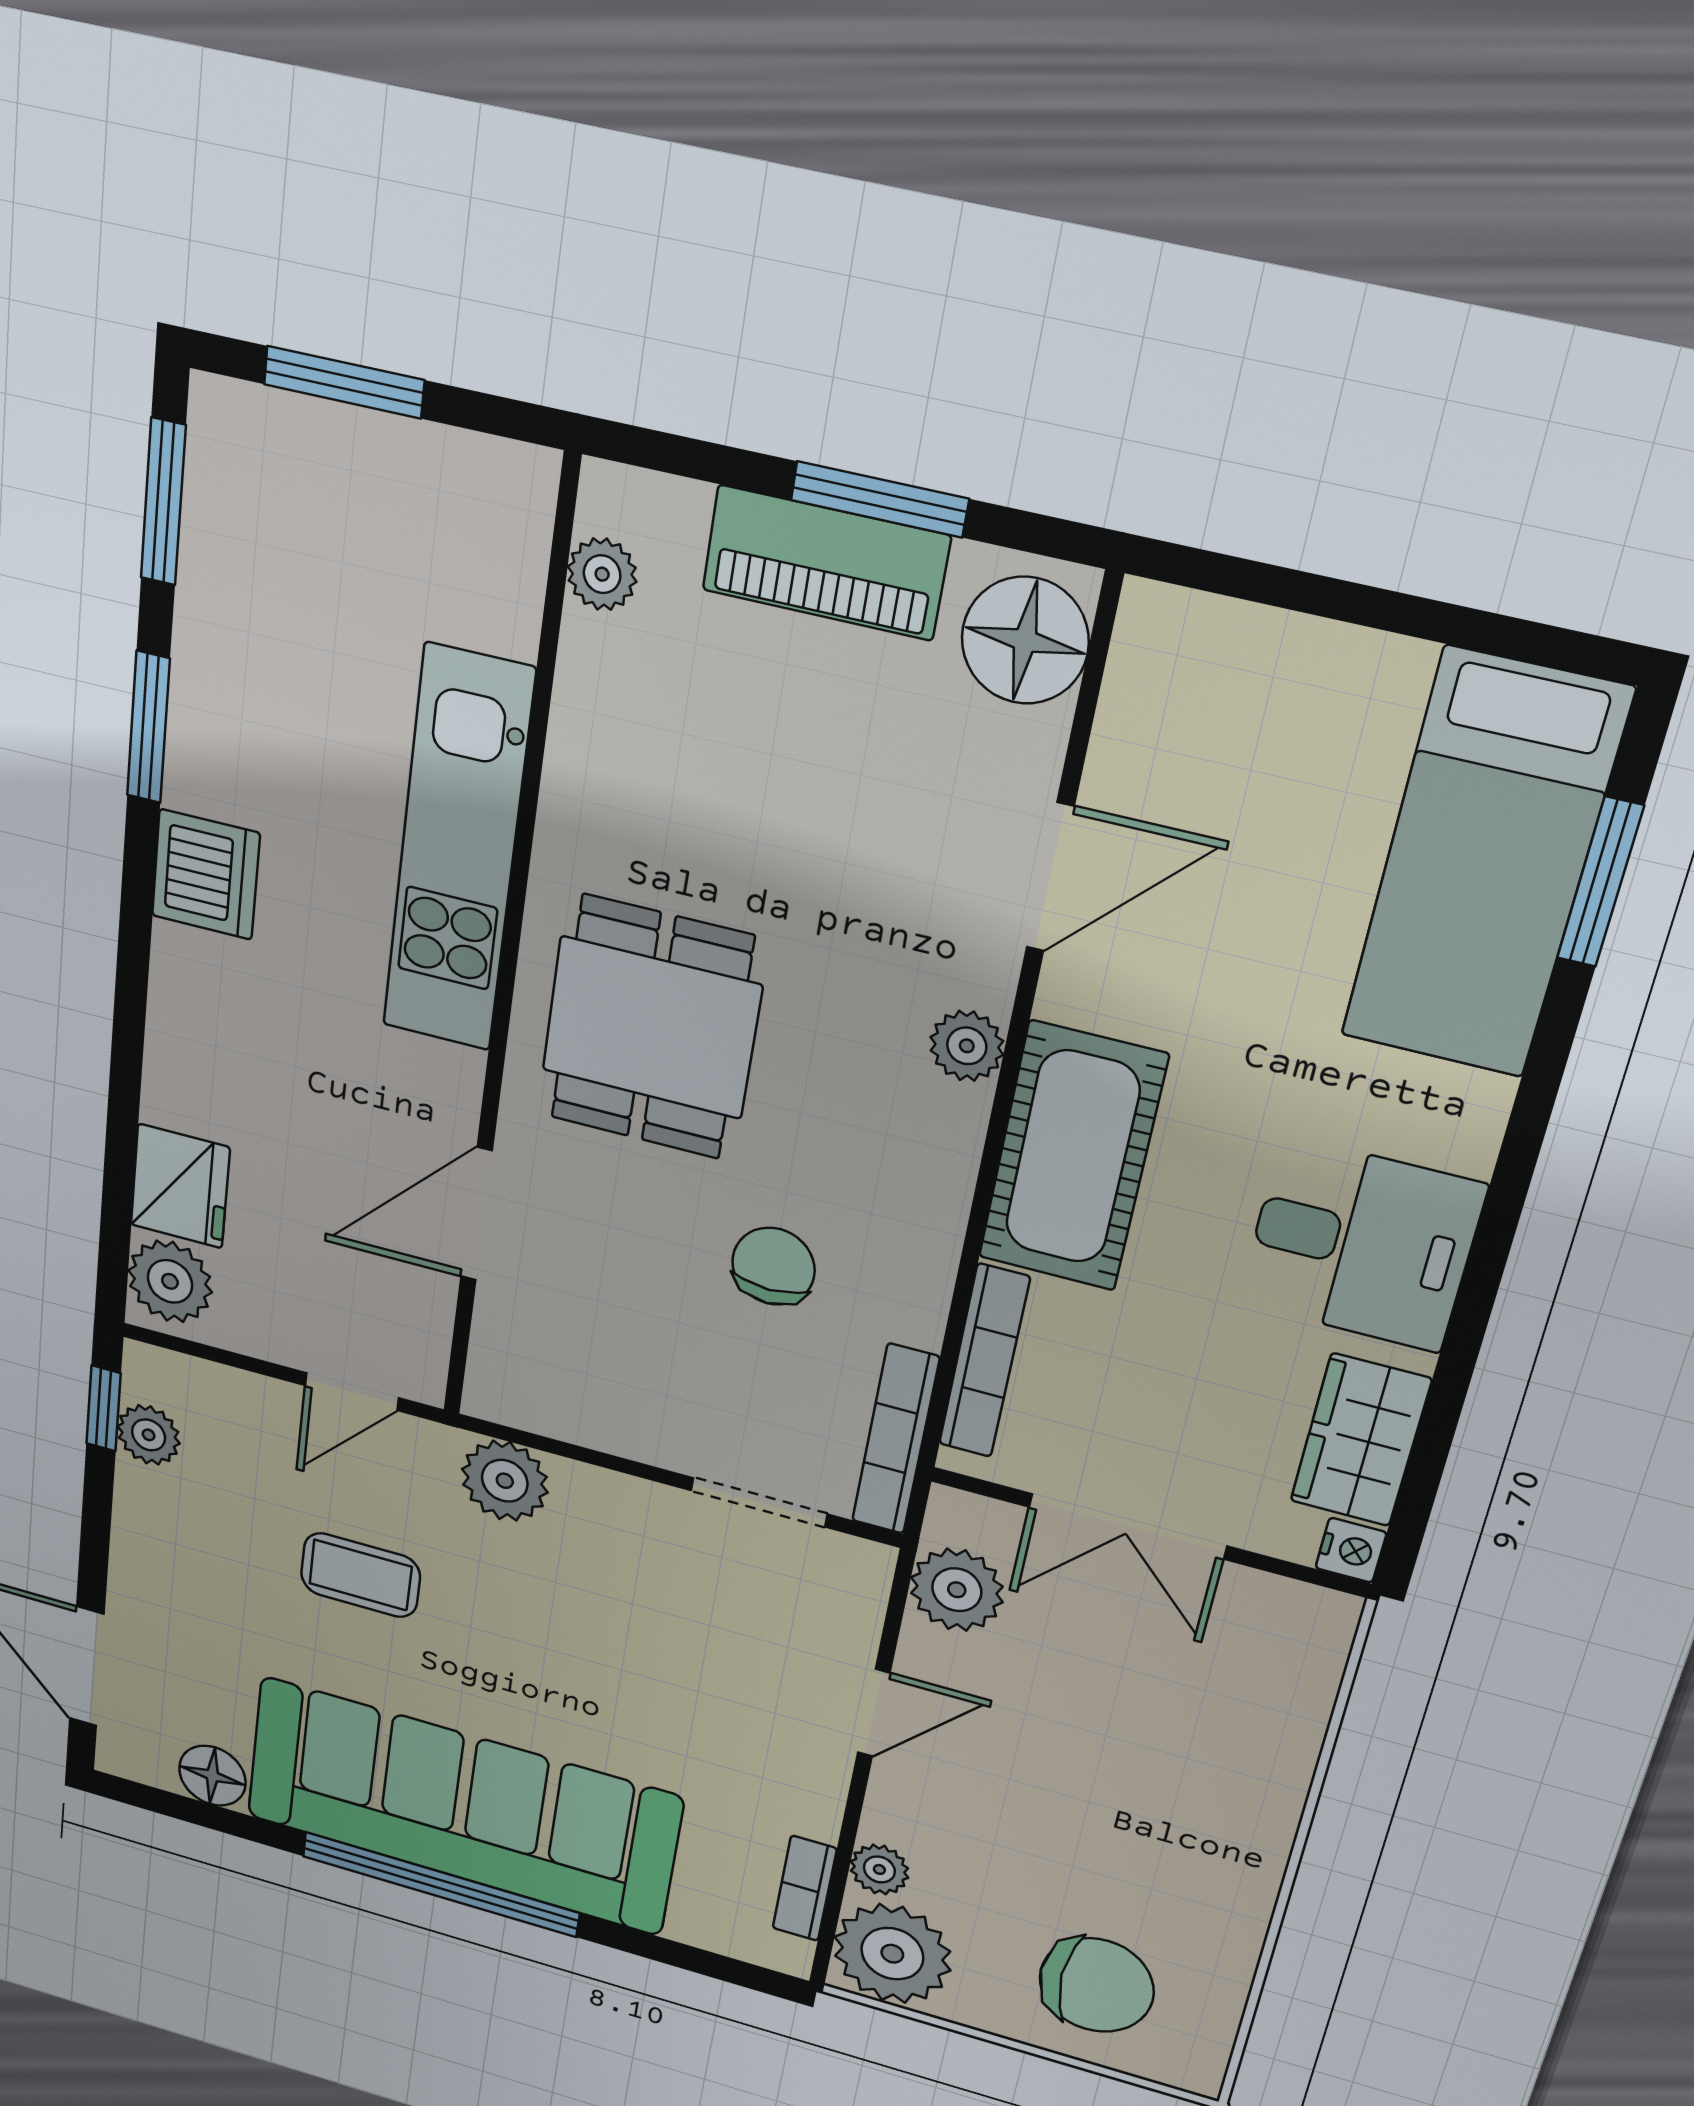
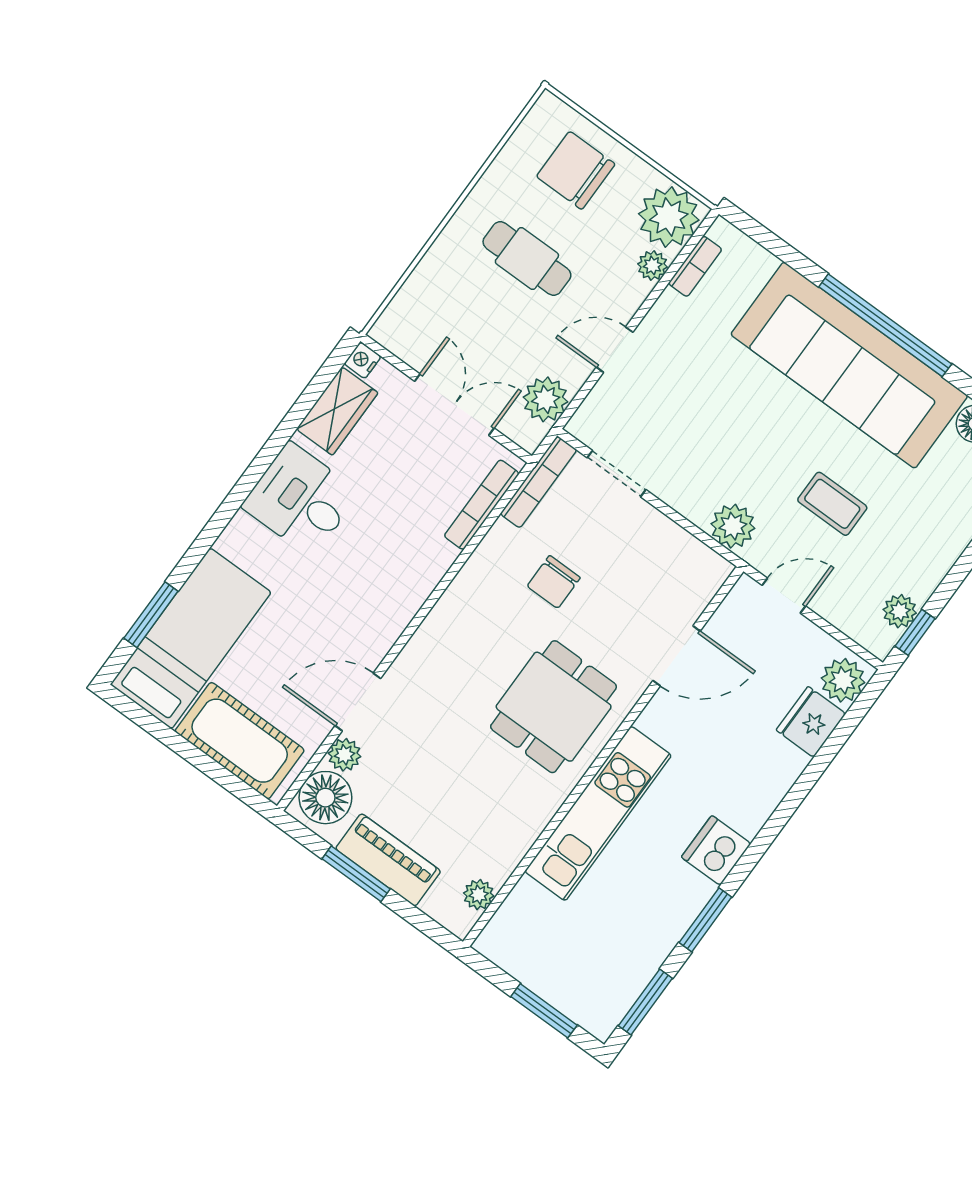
plant: (967, 1046) -> (345, 755), moved
cot: (1072, 1157) -> (240, 741), moved, turned 90
cafe table: (1113, 1819) -> (527, 258), added

